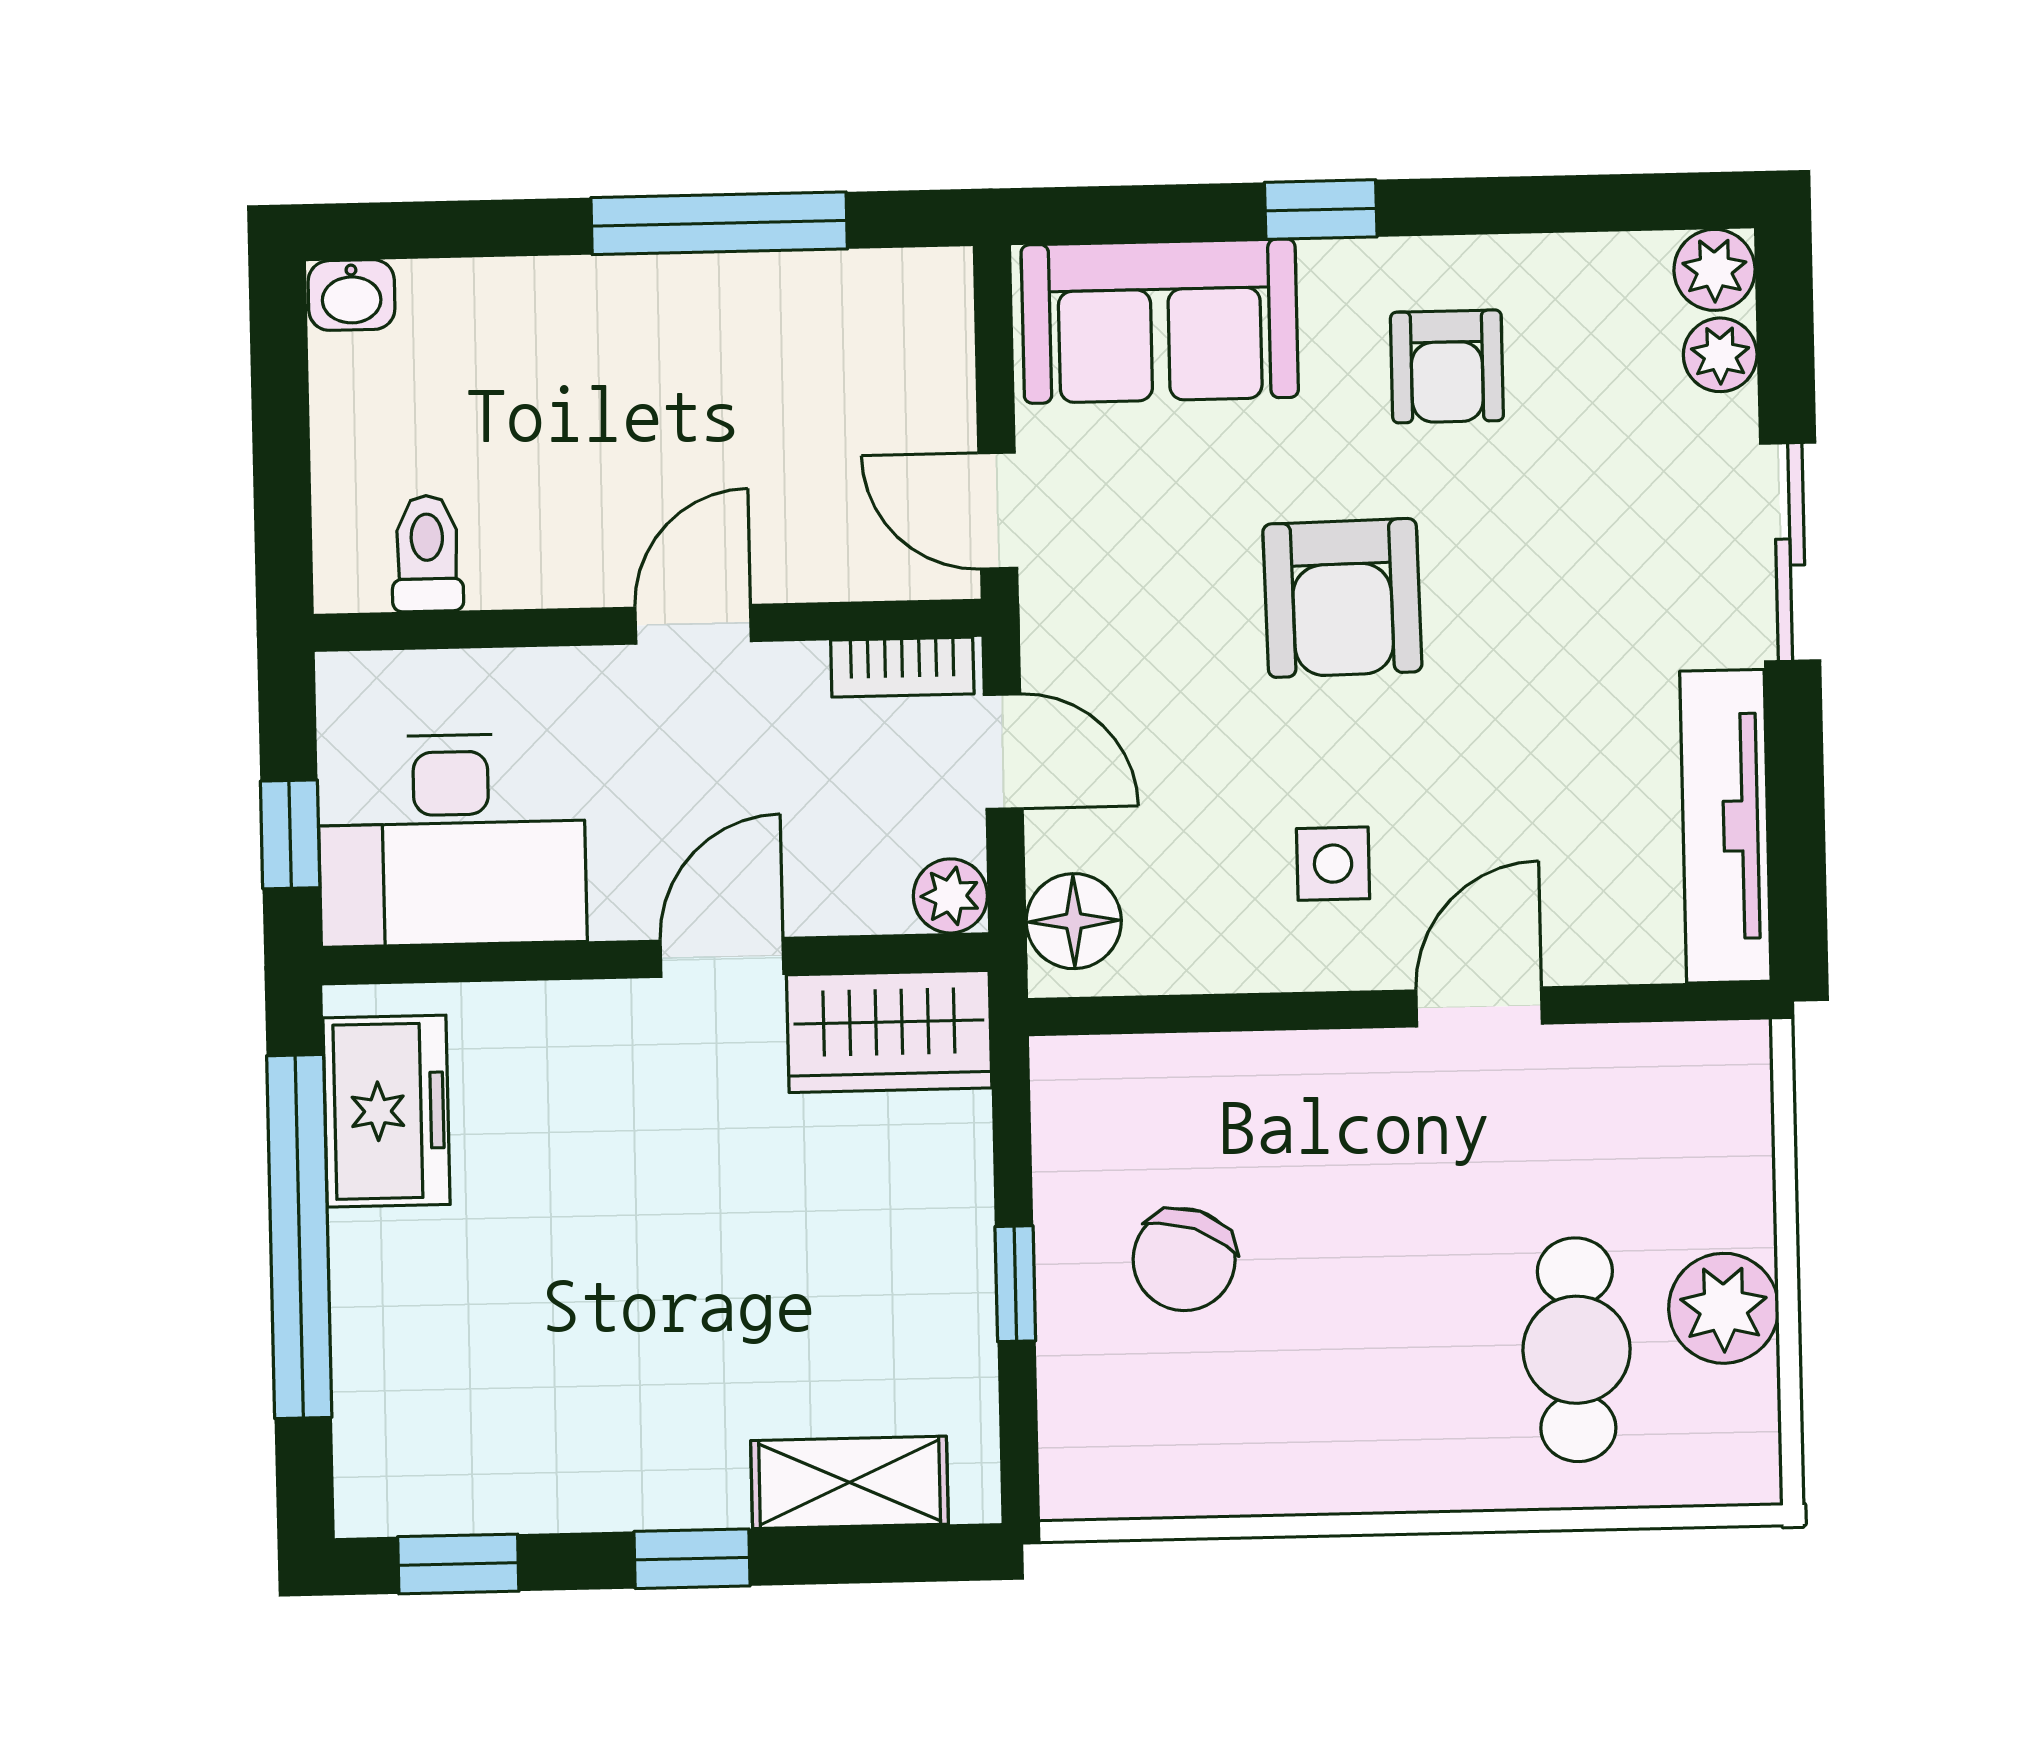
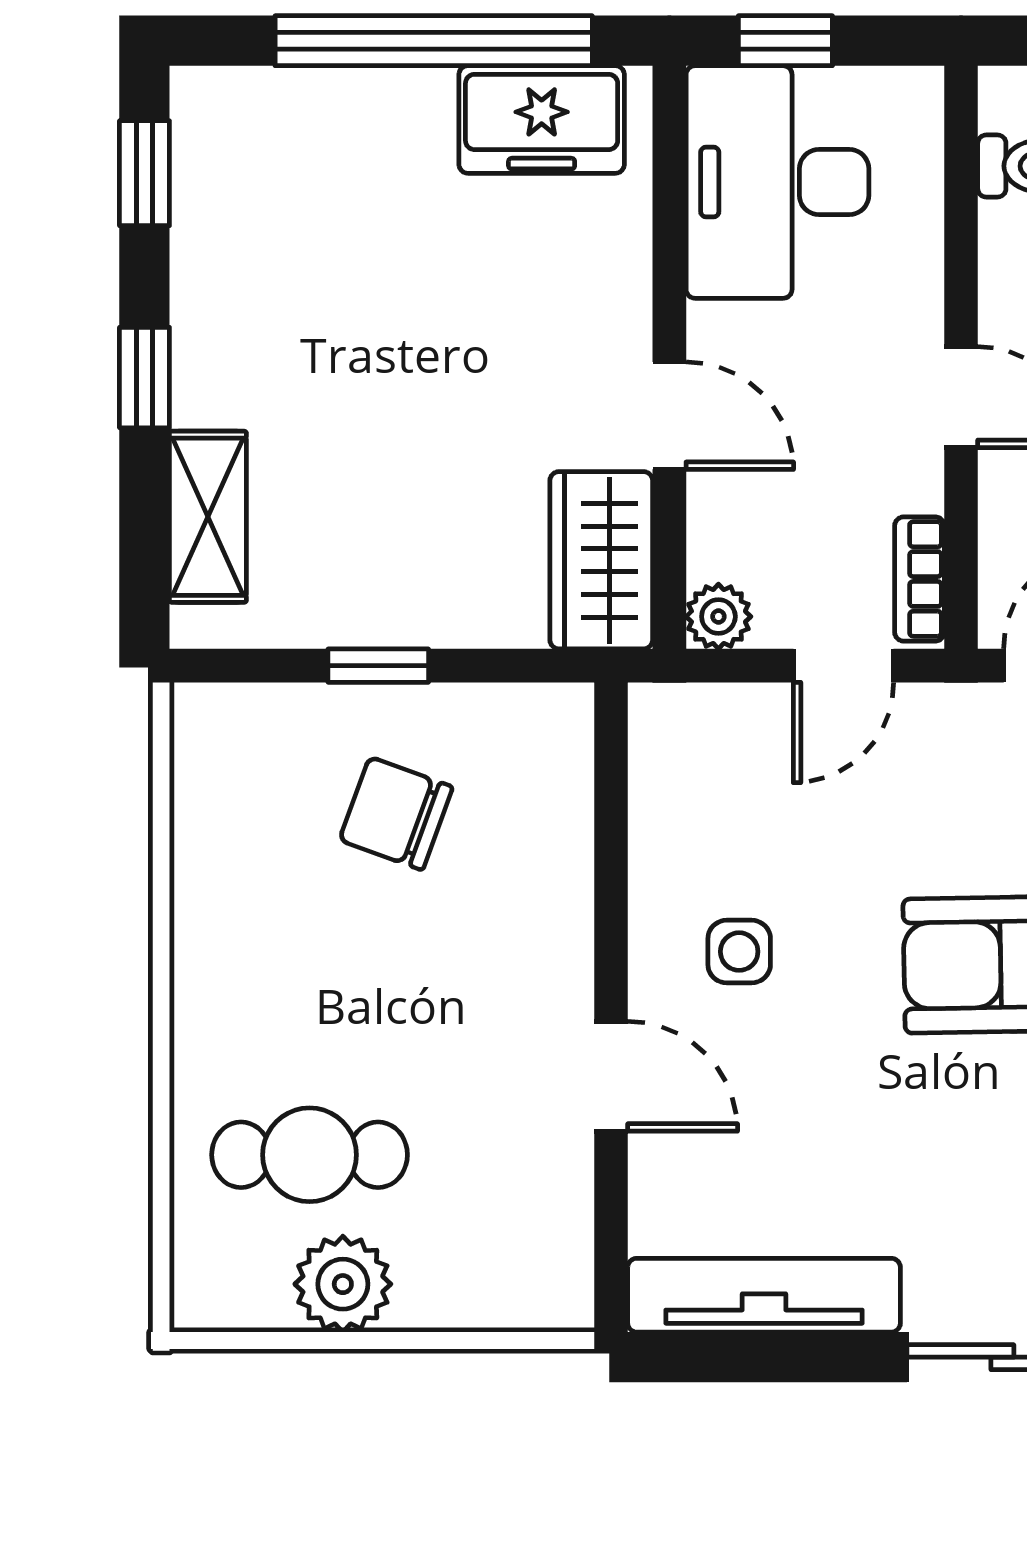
floor lamp: (1074, 921) -> (694, 724), removed

